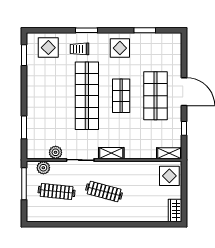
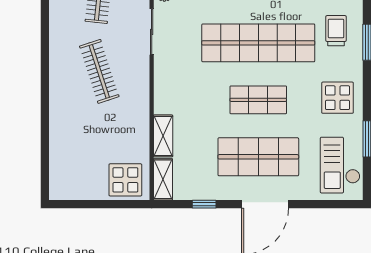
checkout: (160, 46) -> (340, 165), added
shelving: (111, 153) -> (163, 136), moved
clothes rail: (104, 192) -> (99, 71), turned -33
wardrobe: (175, 210) -> (68, 189), removed

